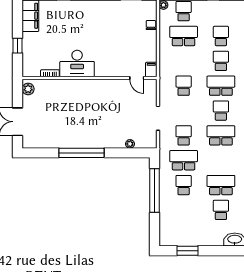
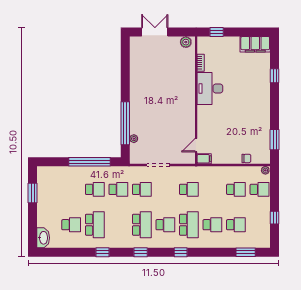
school desk: (184, 36) -> (236, 189), width x0.54
window: (18, 46) -> (217, 32), moved
window: (82, 153) -> (125, 123), moved
school desk: (184, 160) -> (118, 189), width x0.54

